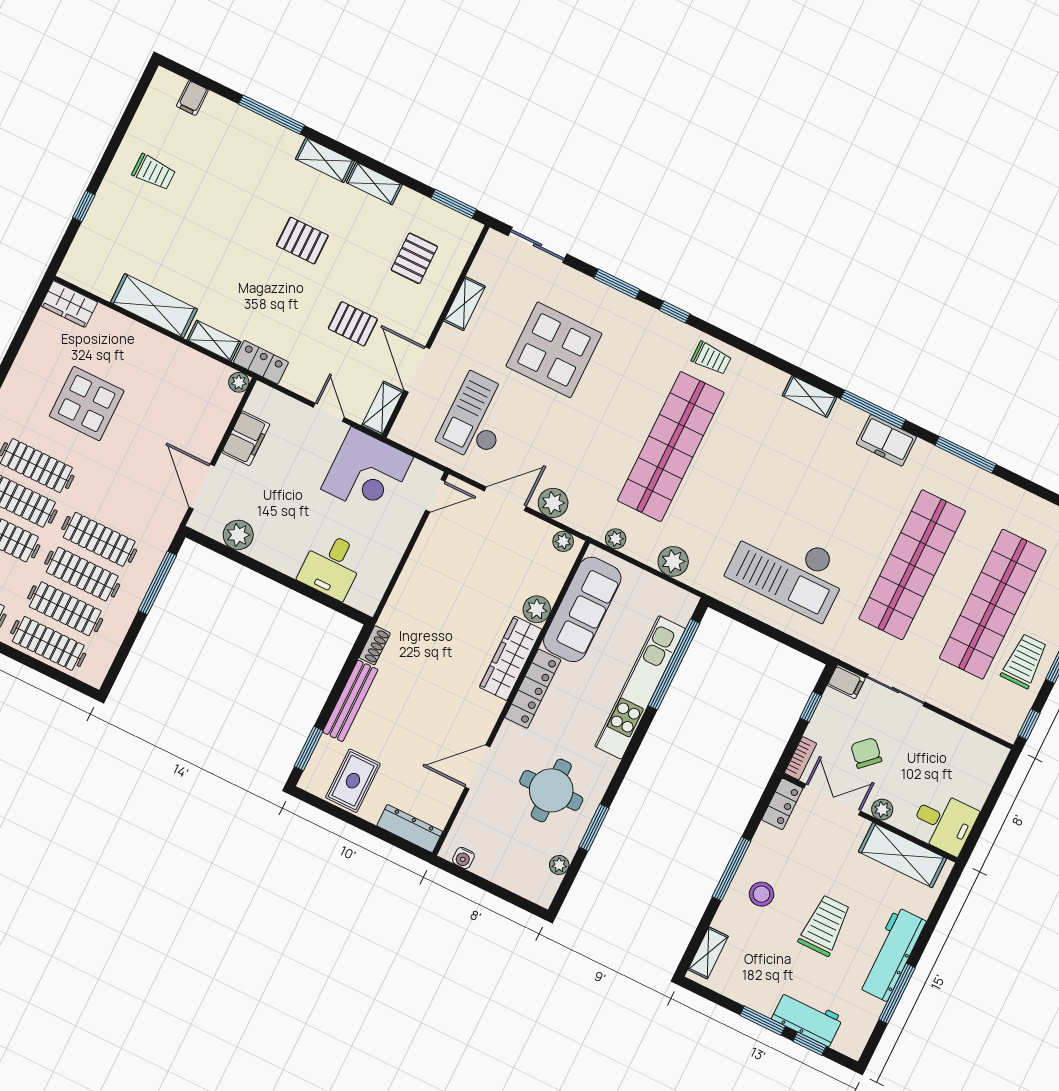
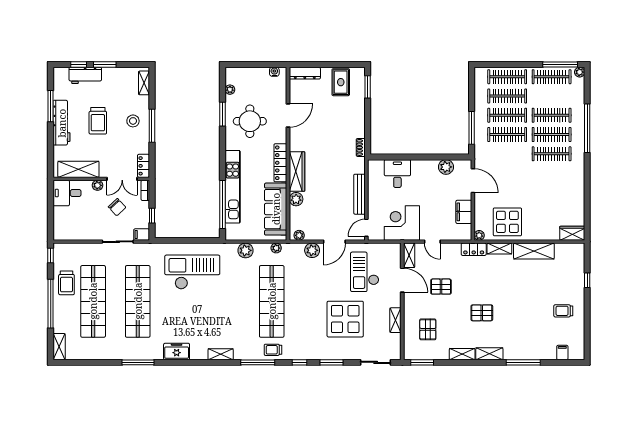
display table: (87, 404) -> (507, 222), moved
window: (873, 409) -> (258, 362), moved
checkout: (477, 418) -> (365, 272), turned 180
bench: (350, 701) -> (359, 194), moved

